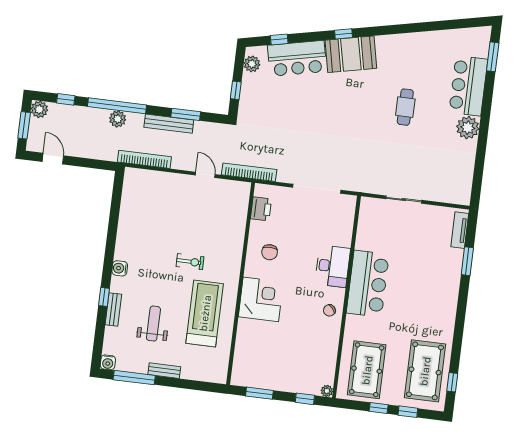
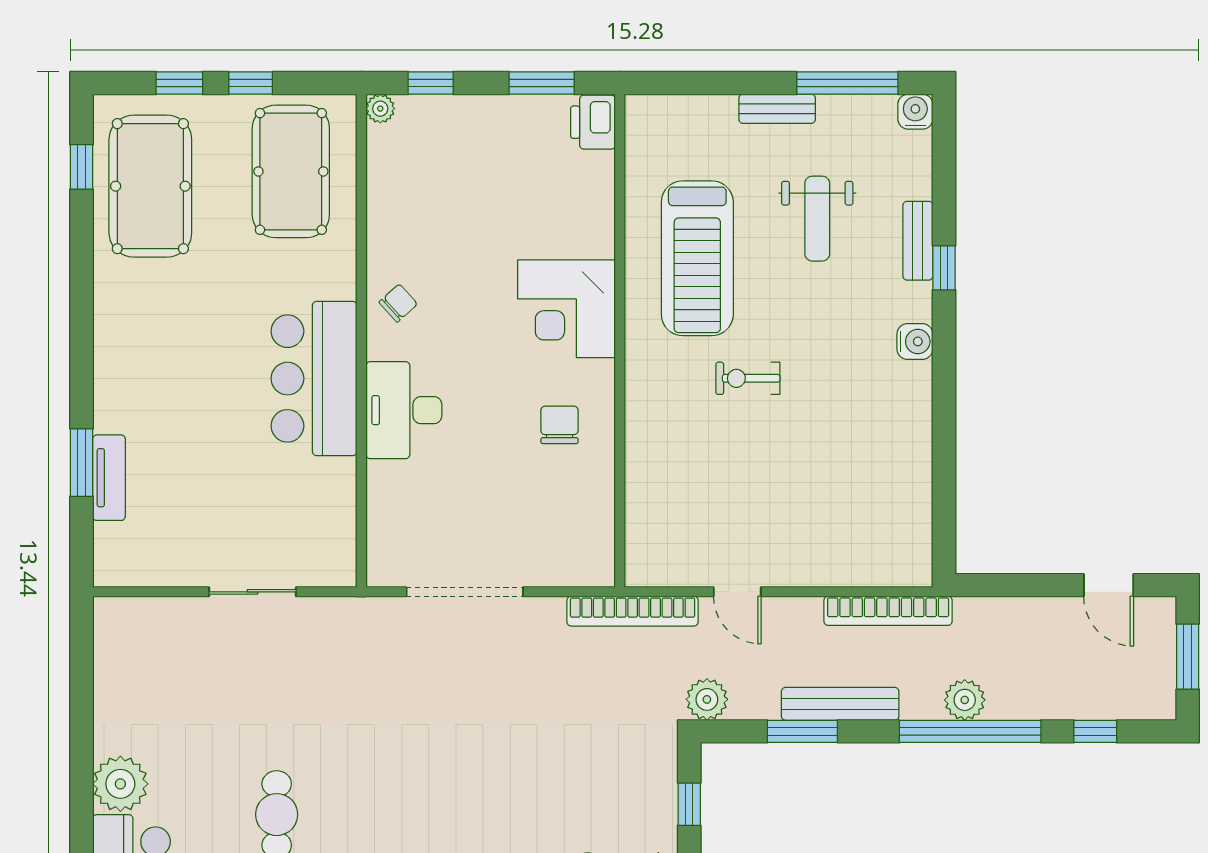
plant: (39, 109) -> (707, 699), moved
printer: (261, 209) -> (593, 122), moved
tv unit: (460, 230) -> (109, 478), moved

